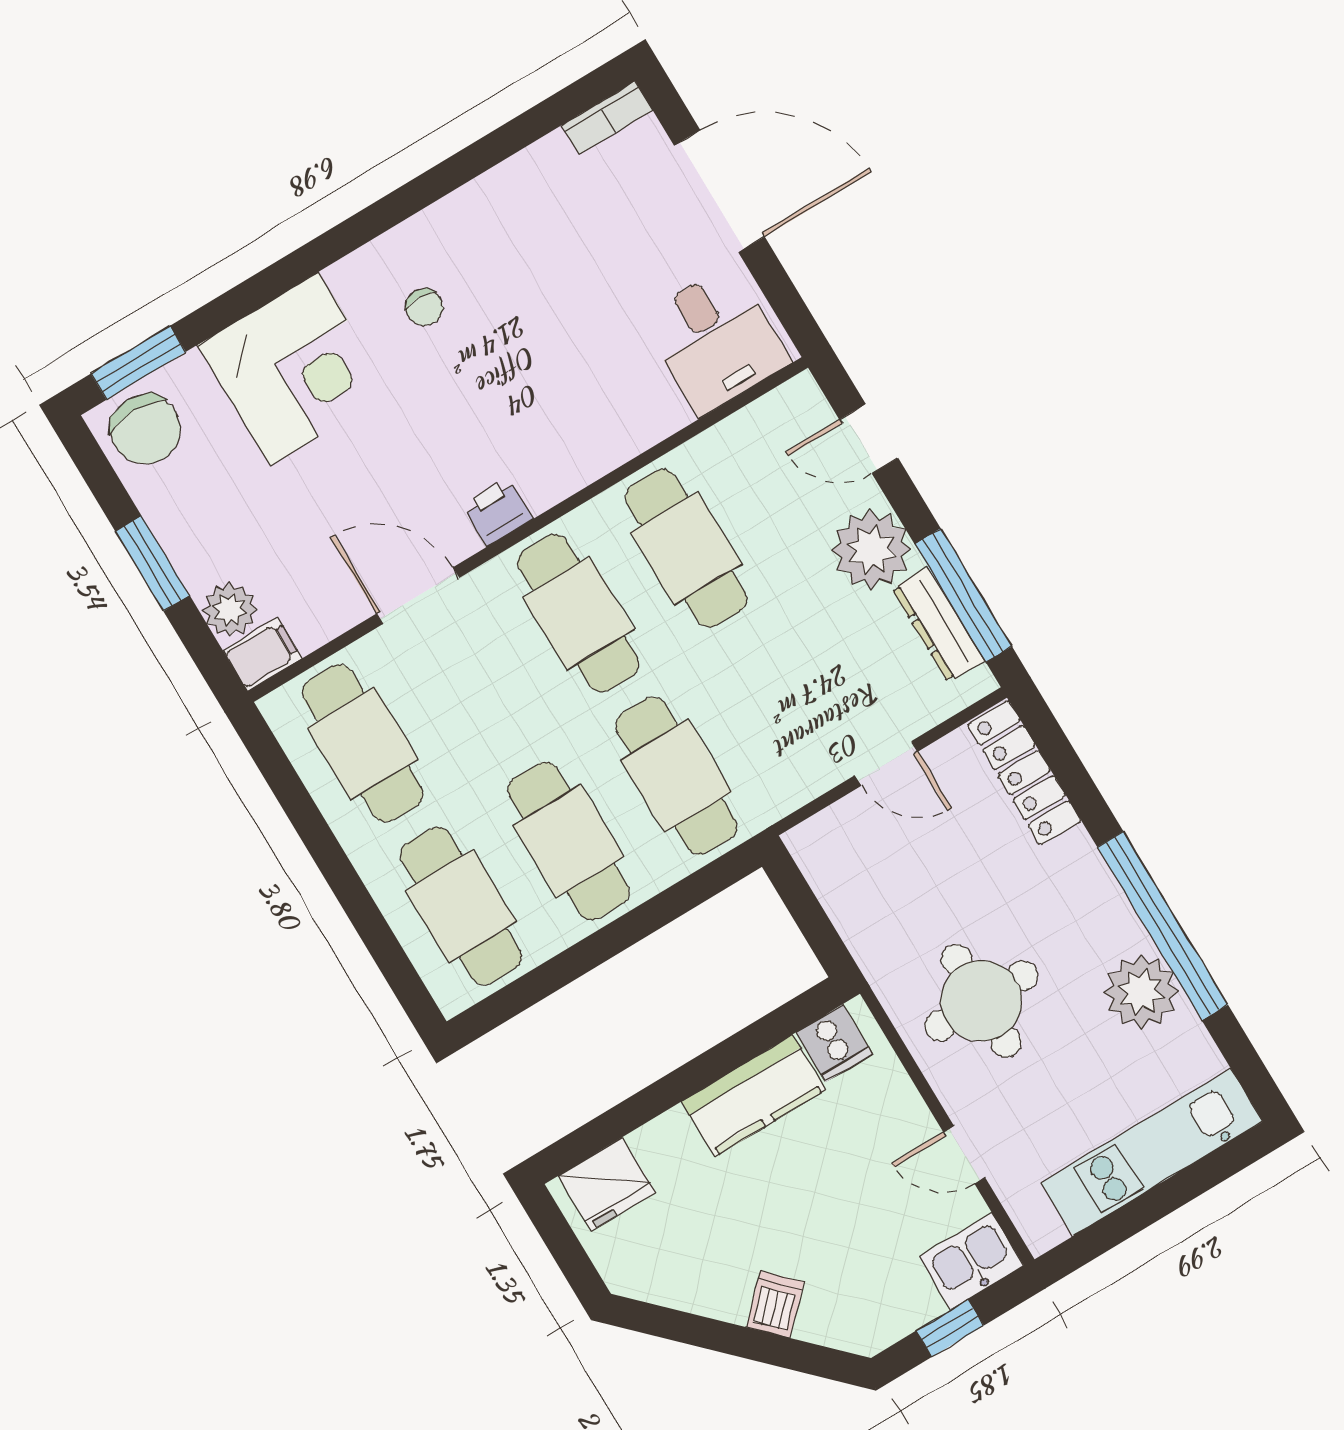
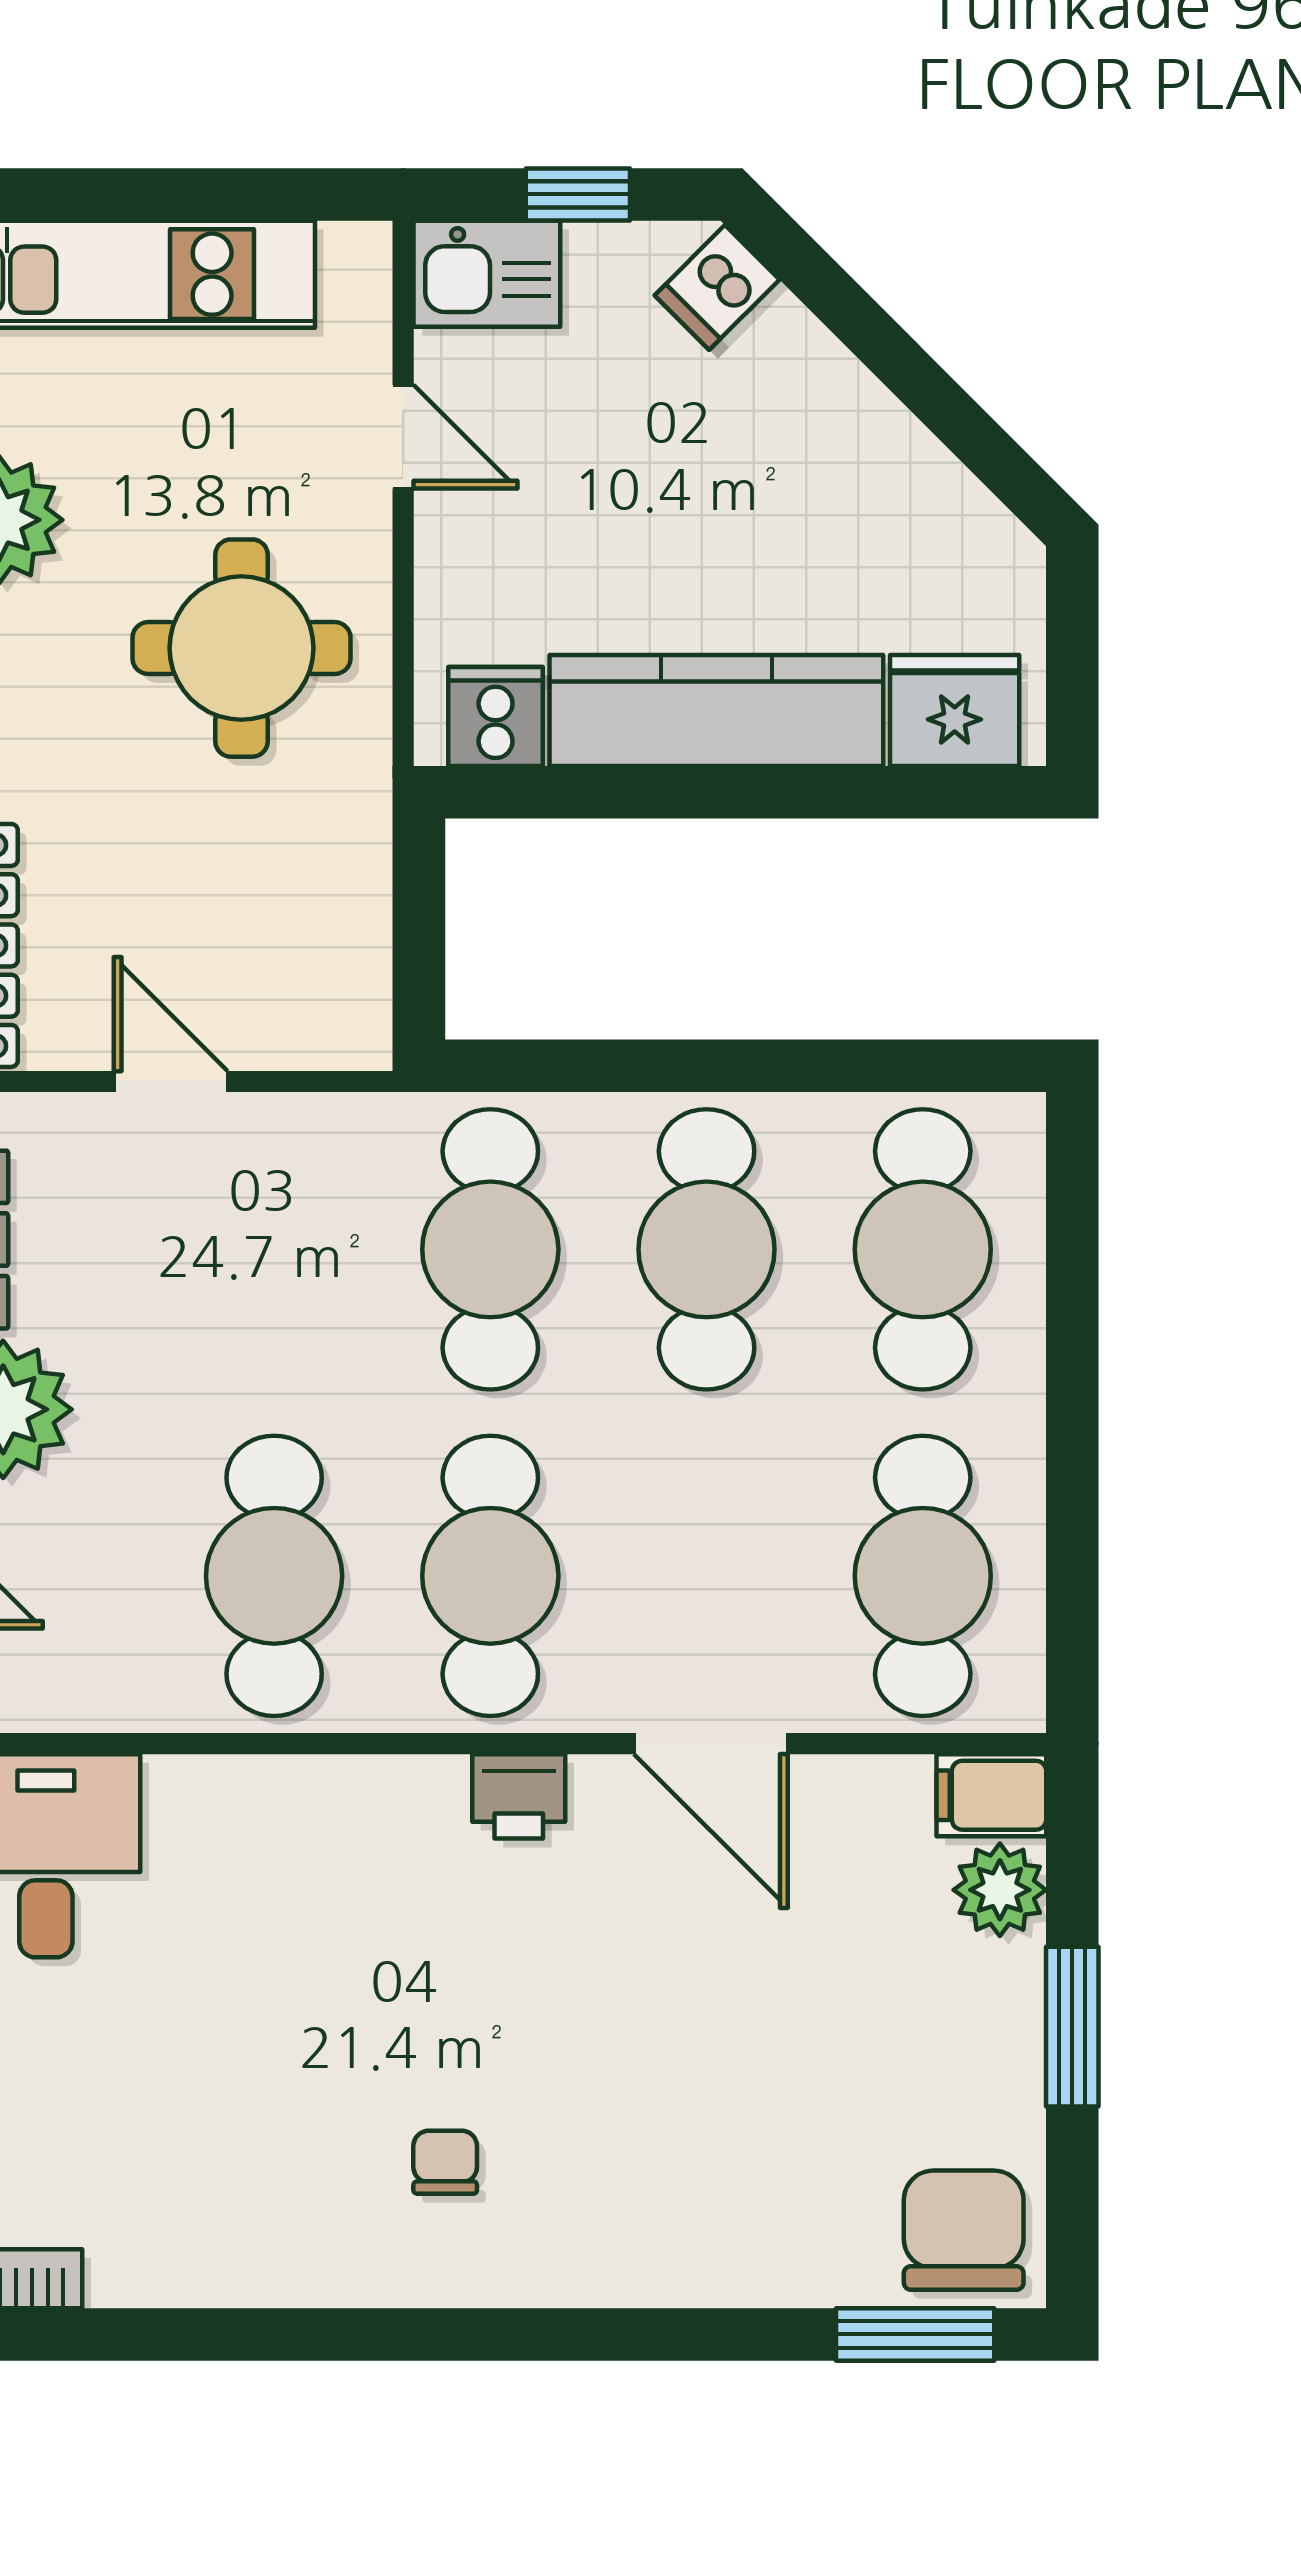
corner desk: (294, 369) -> (691, 2187), removed
kitchen counter: (753, 1096) -> (716, 711), width x1.50
dishwasher: (775, 1304) -> (717, 287), moved

